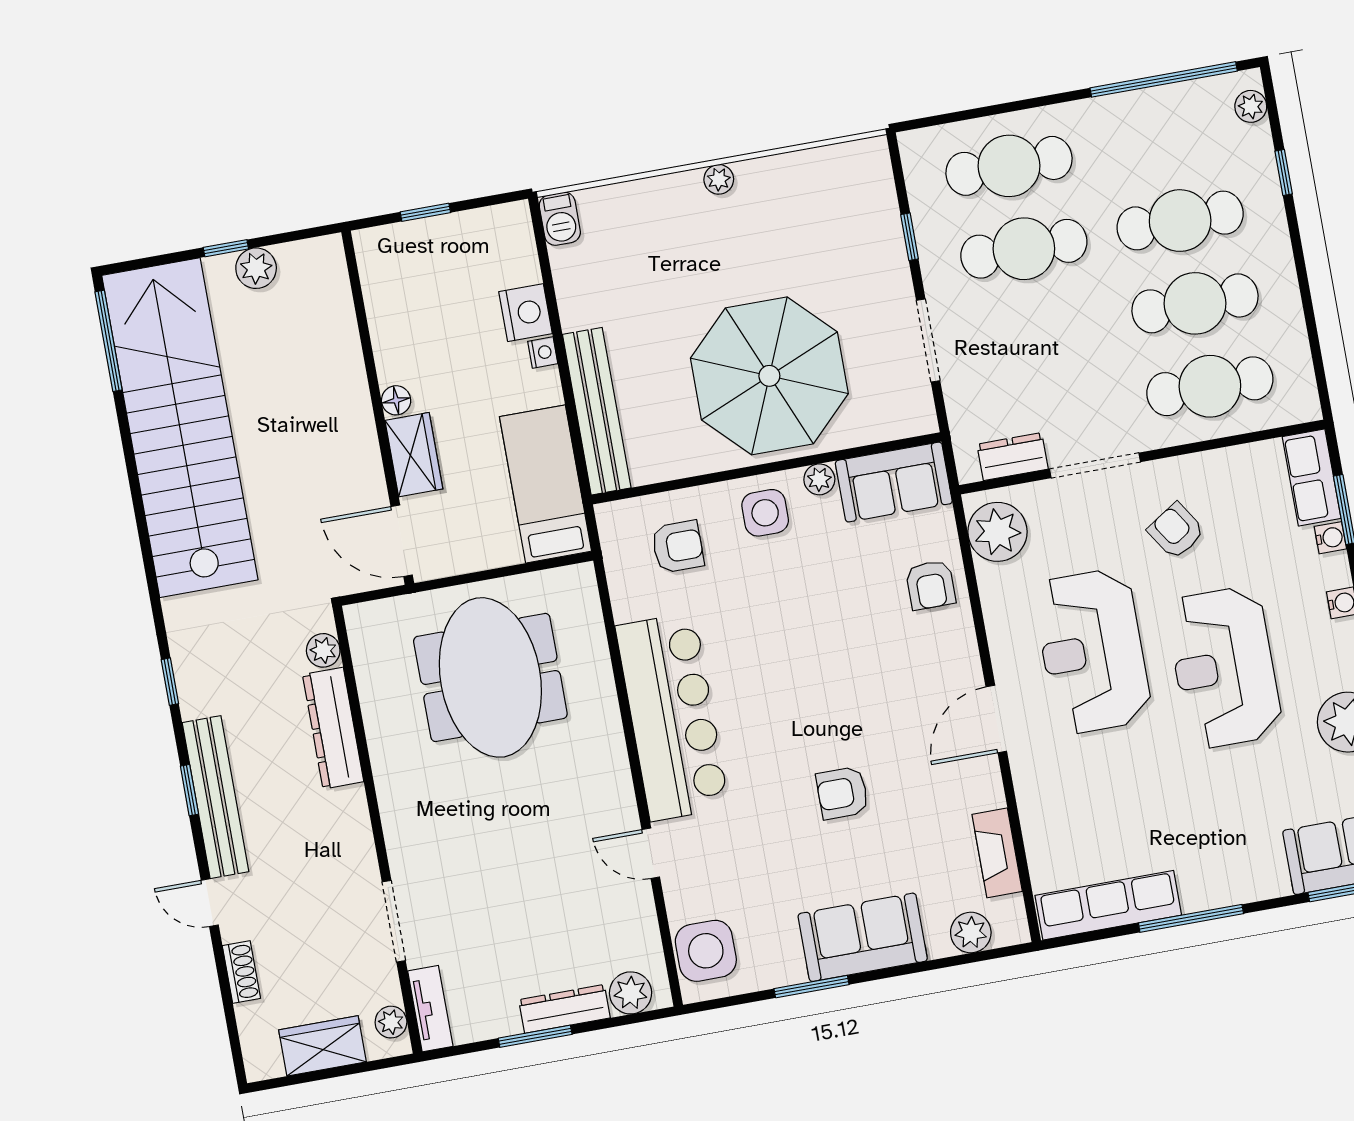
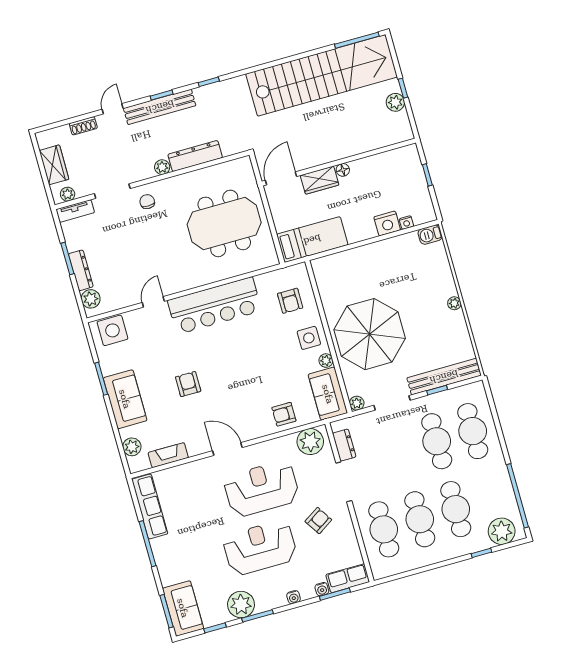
plant: (1251, 106) -> (502, 531), width x1.87, depth x1.87
nightstand: (543, 352) -> (406, 223), moved
bench: (597, 411) -> (444, 377), moved
plant: (921, 419) -> (357, 403), added
plant: (323, 650) -> (162, 167), moved
chair: (425, 845) -> (147, 202), added

